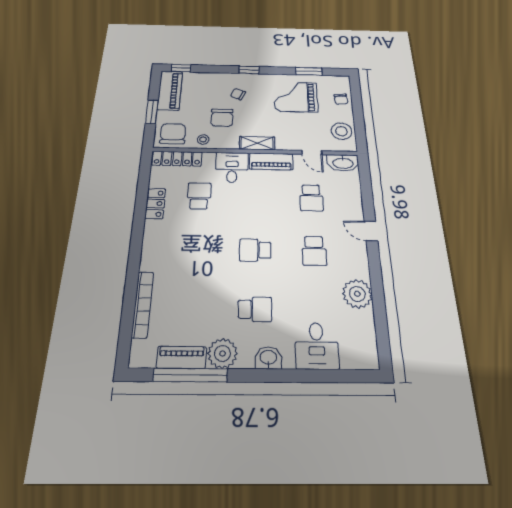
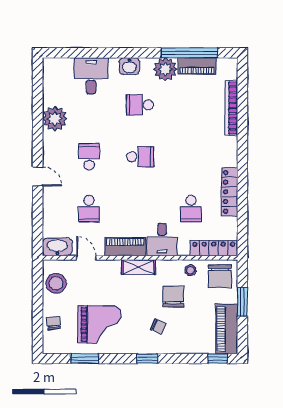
school desk: (311, 198) -> (89, 209), turned 180
locker: (155, 204) -> (230, 192), width x1.53

